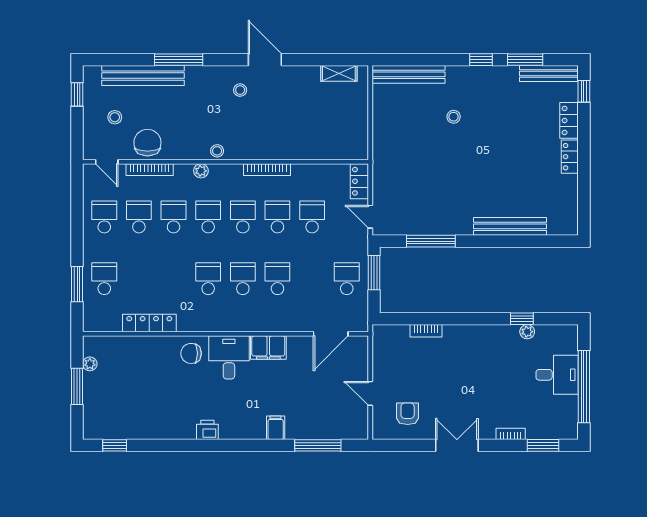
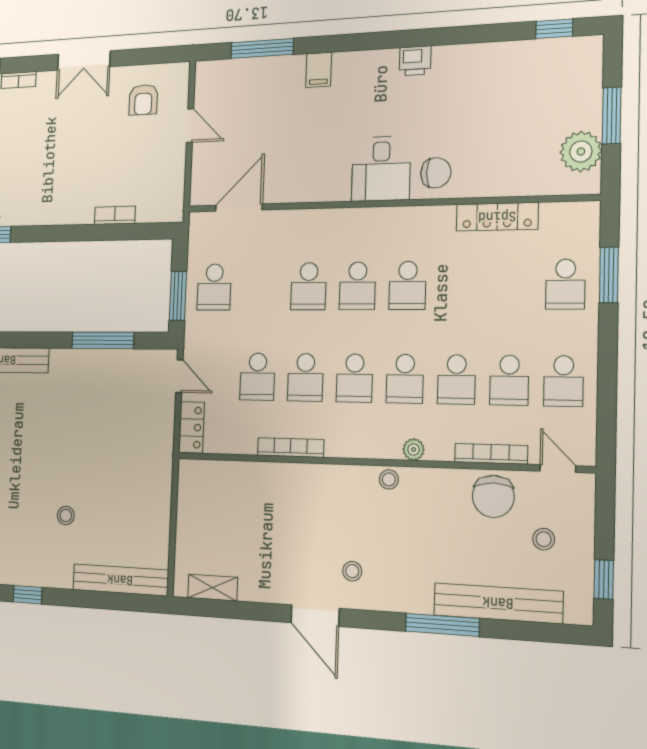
bookcase: (267, 170) -> (291, 447), moved
filing cabinet: (268, 348) -> (325, 185), removed
plant: (90, 364) -> (581, 152), width x1.88, depth x1.88

